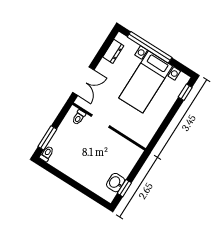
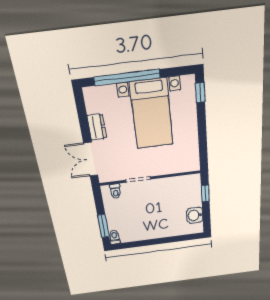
dresser: (113, 51) -> (97, 127), moved
double door: (83, 81) -> (91, 159), swing flipped
window: (124, 188) -> (205, 193), moved

